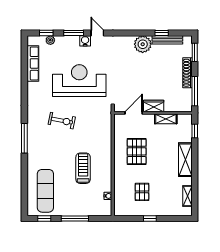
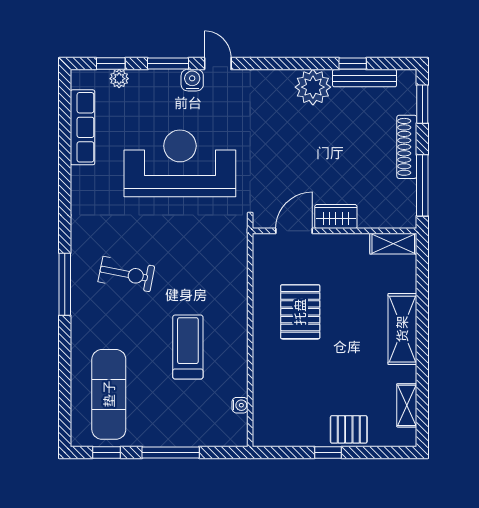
shelving: (166, 119) -> (393, 244), moved
exercise bike: (62, 121) -> (126, 274), moved
window: (195, 131) -> (422, 269), removed
pallet: (142, 192) -> (349, 429), moved, turned 90

